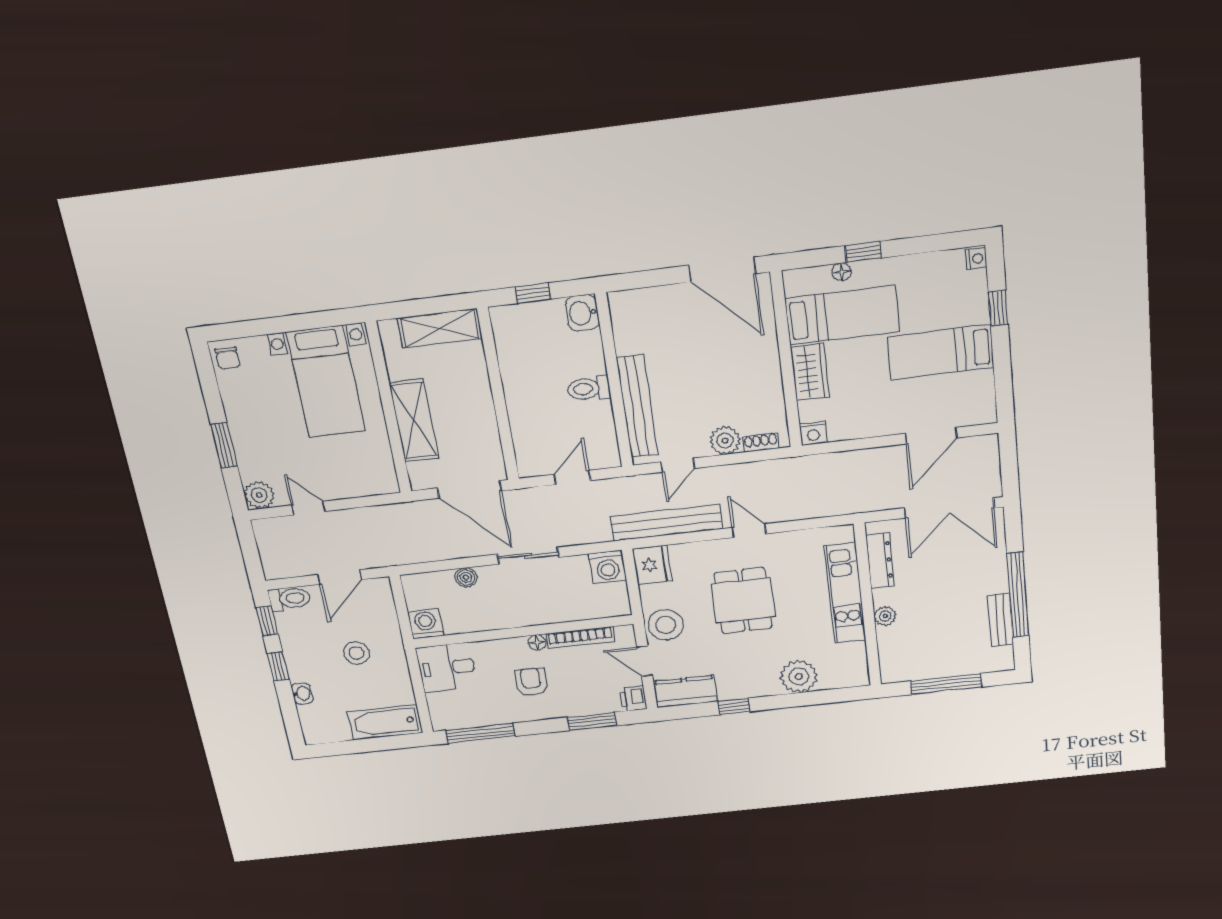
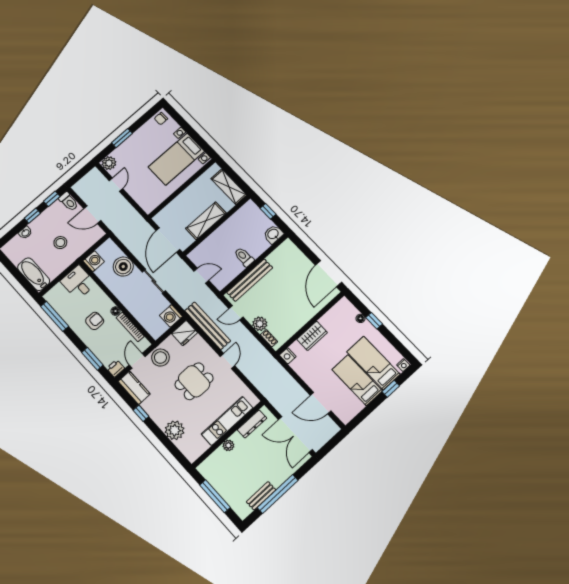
bed: (842, 315) -> (373, 363), moved, turned 180
shelving: (414, 421) -> (206, 221), moved
boiler: (466, 577) -> (123, 267), width x1.86, depth x1.86

